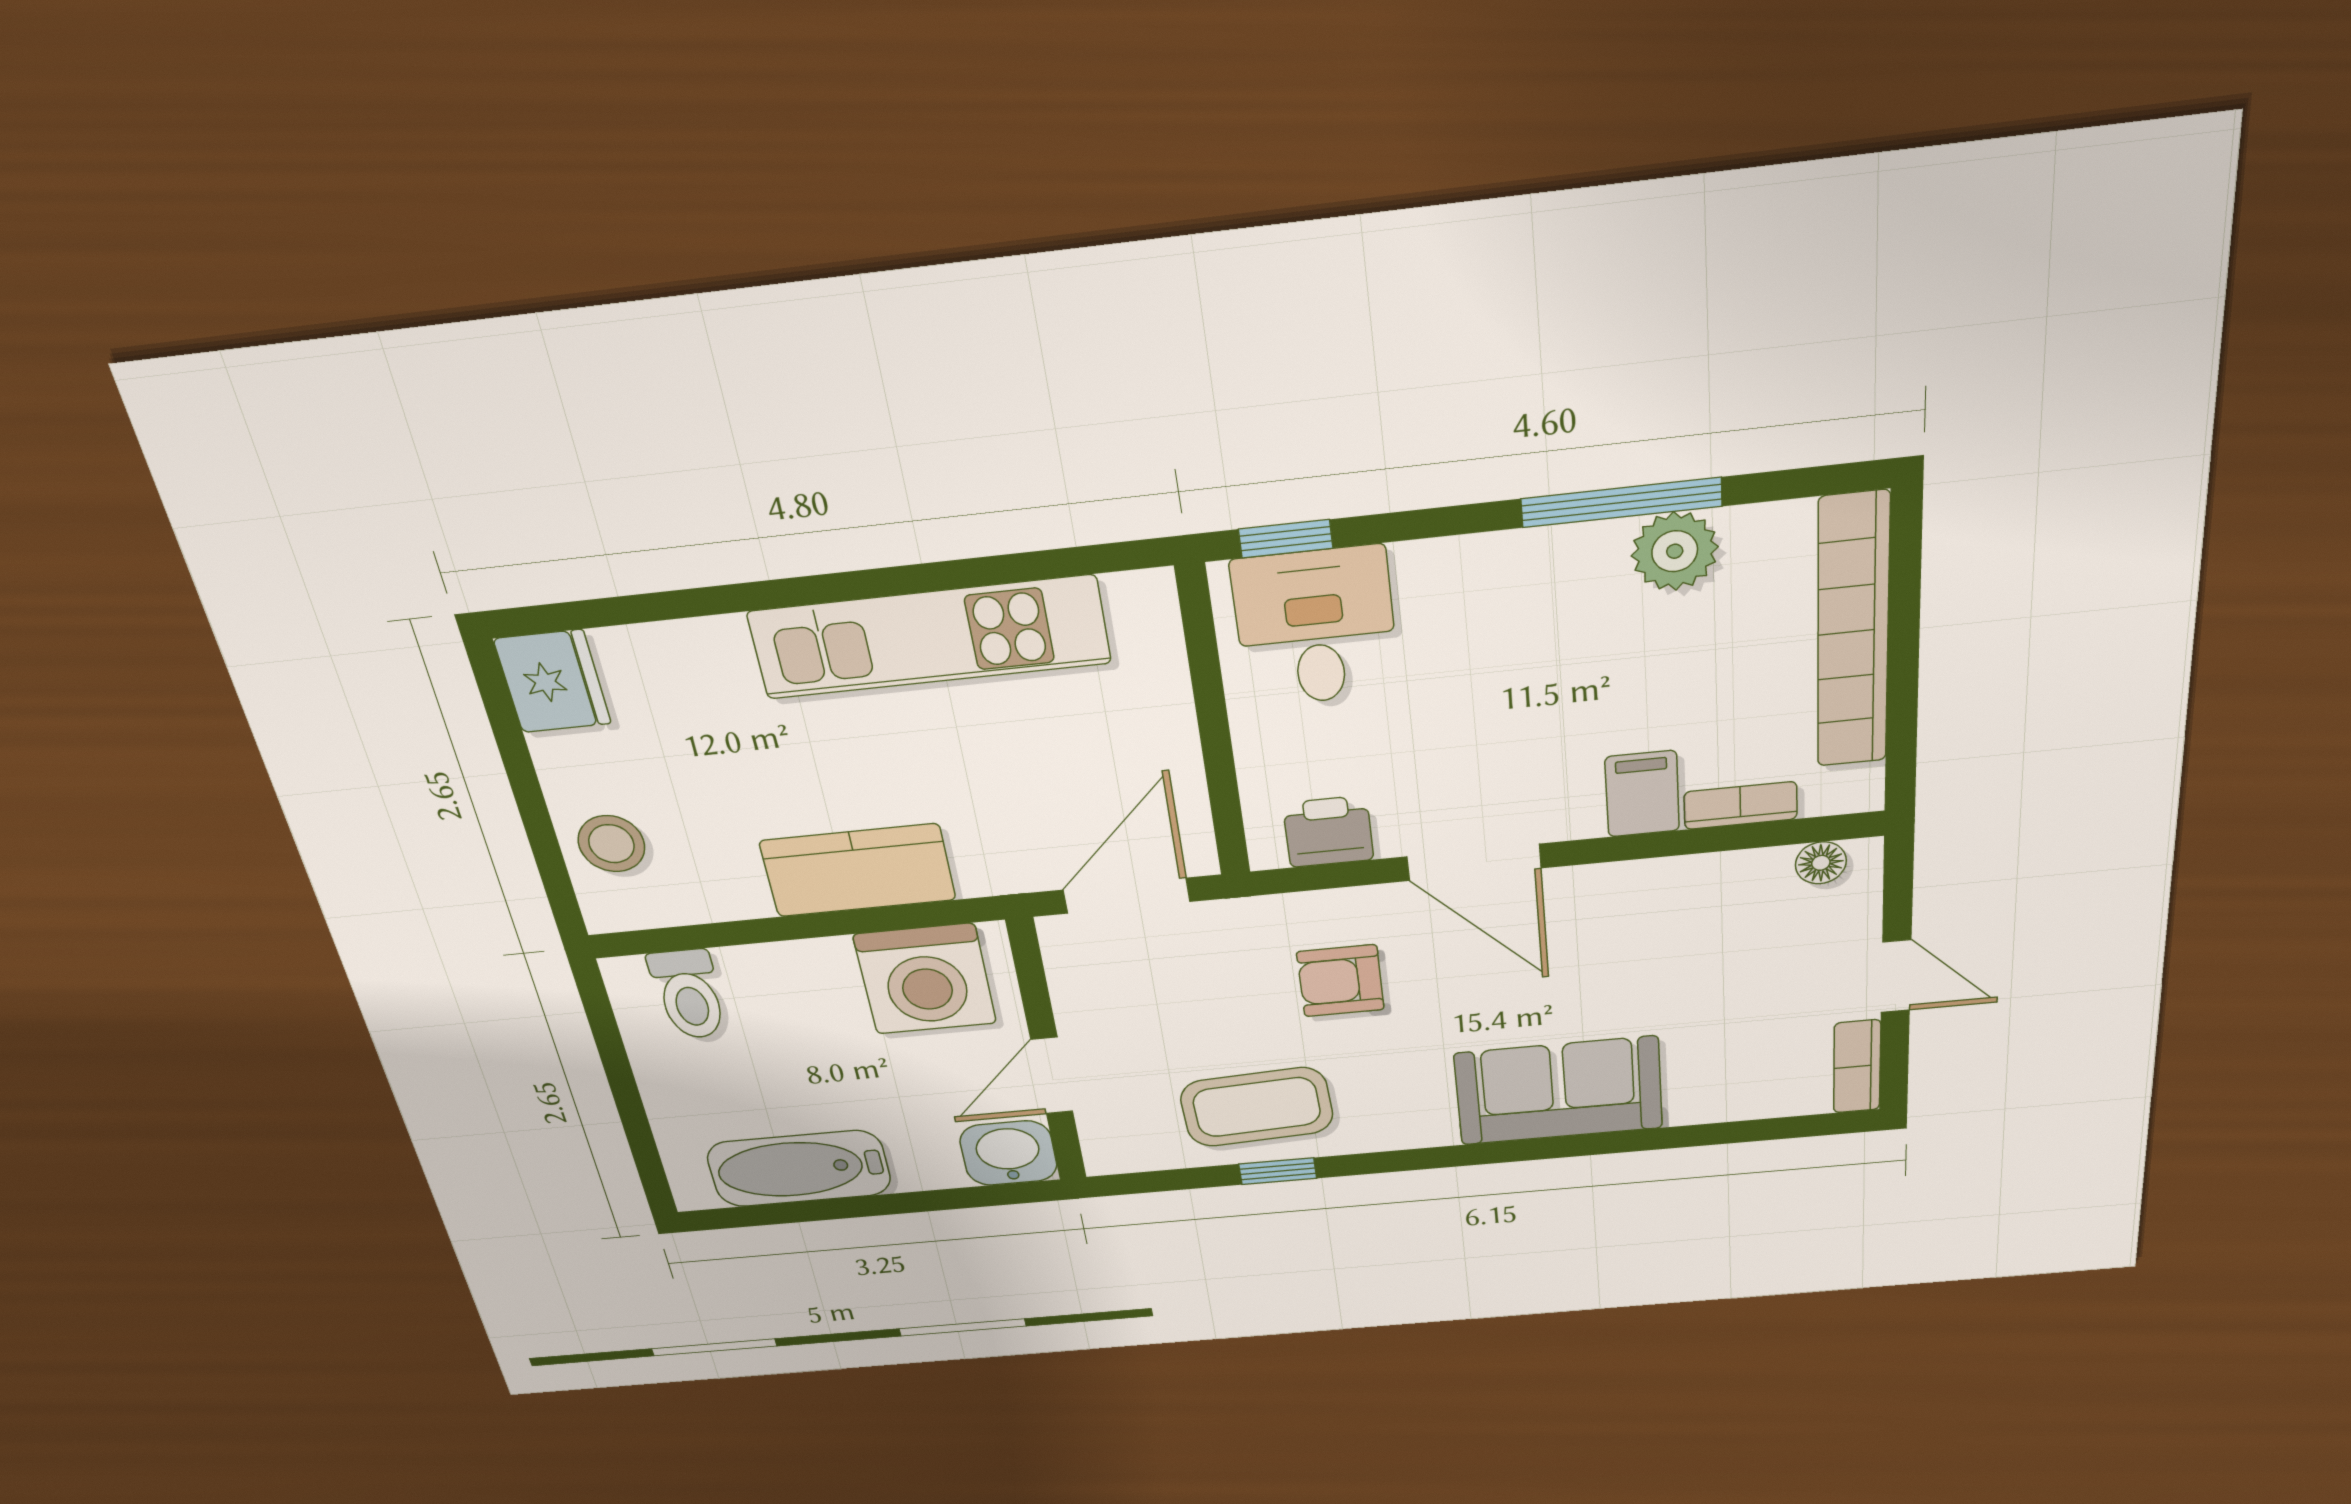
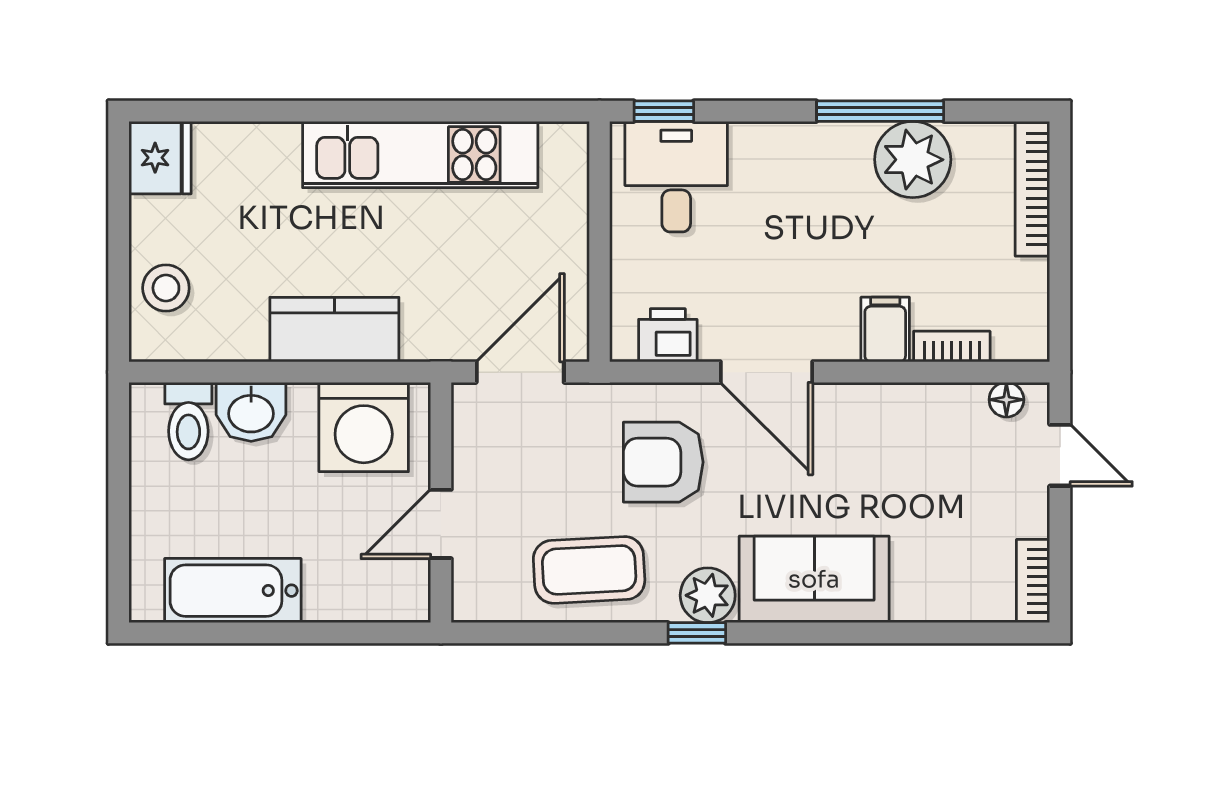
plant: (1675, 551) -> (913, 160), width x1.36, depth x1.36
bookcase: (1853, 632) -> (1032, 189), width x0.68, depth x0.76
door: (1896, 976) -> (1060, 455), moved
armchair: (1340, 981) -> (663, 462), width x1.38, depth x1.38
plant: (1418, 1120) -> (708, 595), added
washbasin: (1008, 1153) -> (251, 412), moved, turned 180
window: (1278, 1171) -> (697, 633), moved

